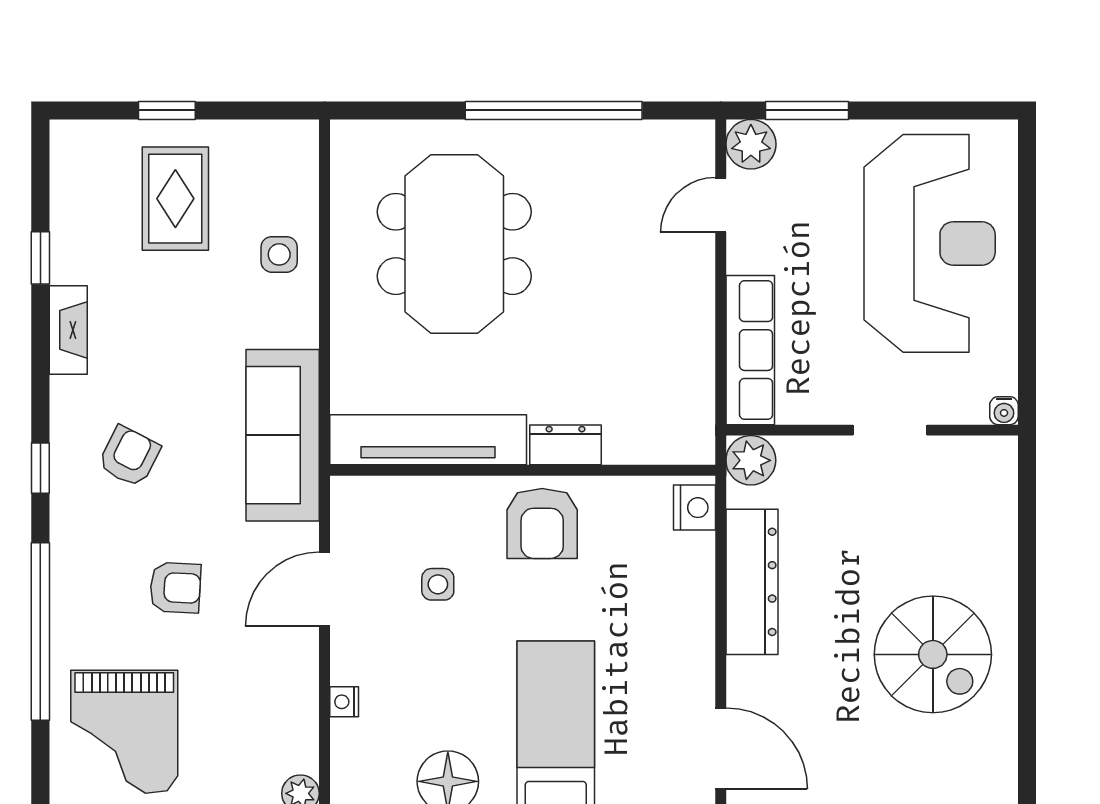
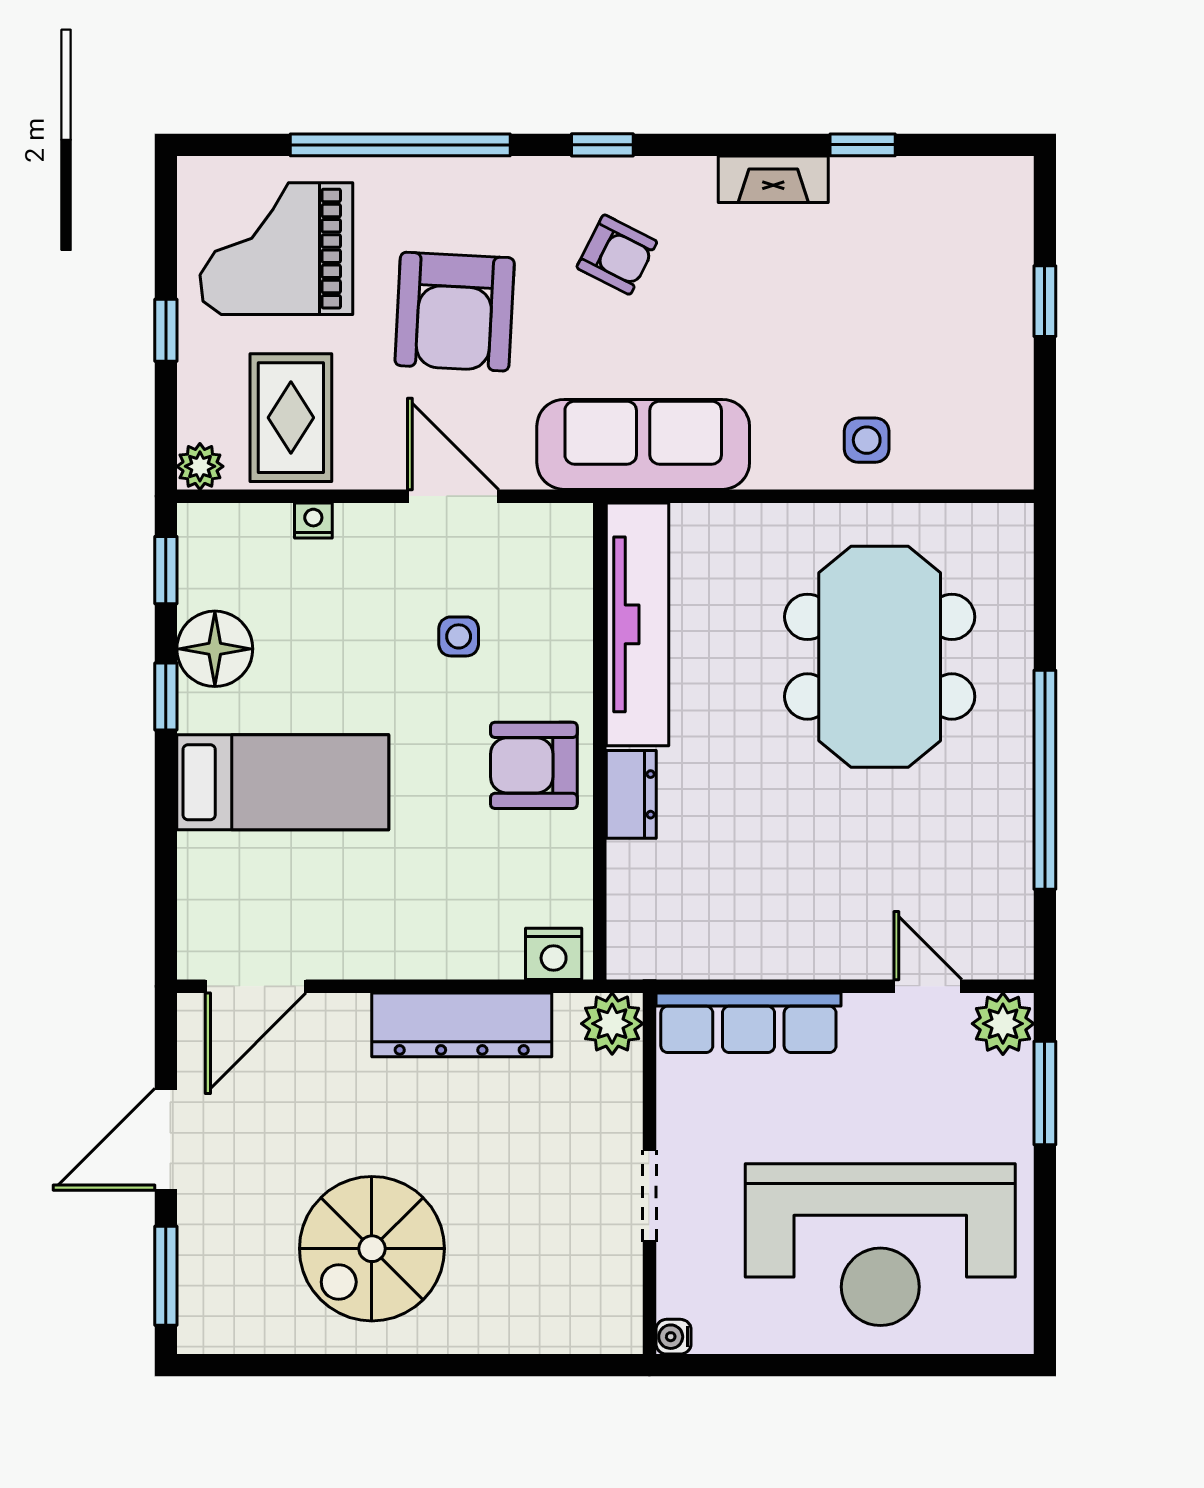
rug: (175, 199) -> (291, 418), moved, turned 90
meeting table: (454, 244) -> (880, 657), turned 90
armchair: (175, 588) -> (455, 312), width x1.88, depth x1.88

